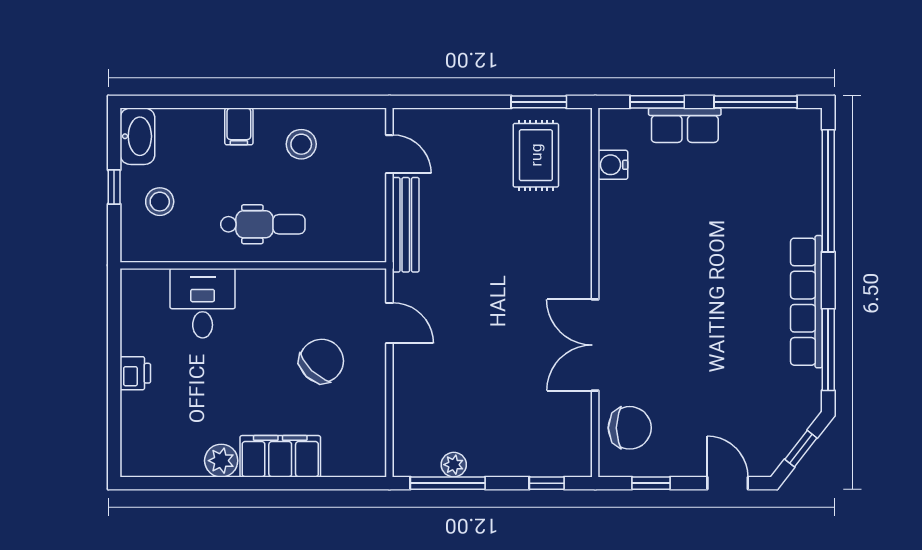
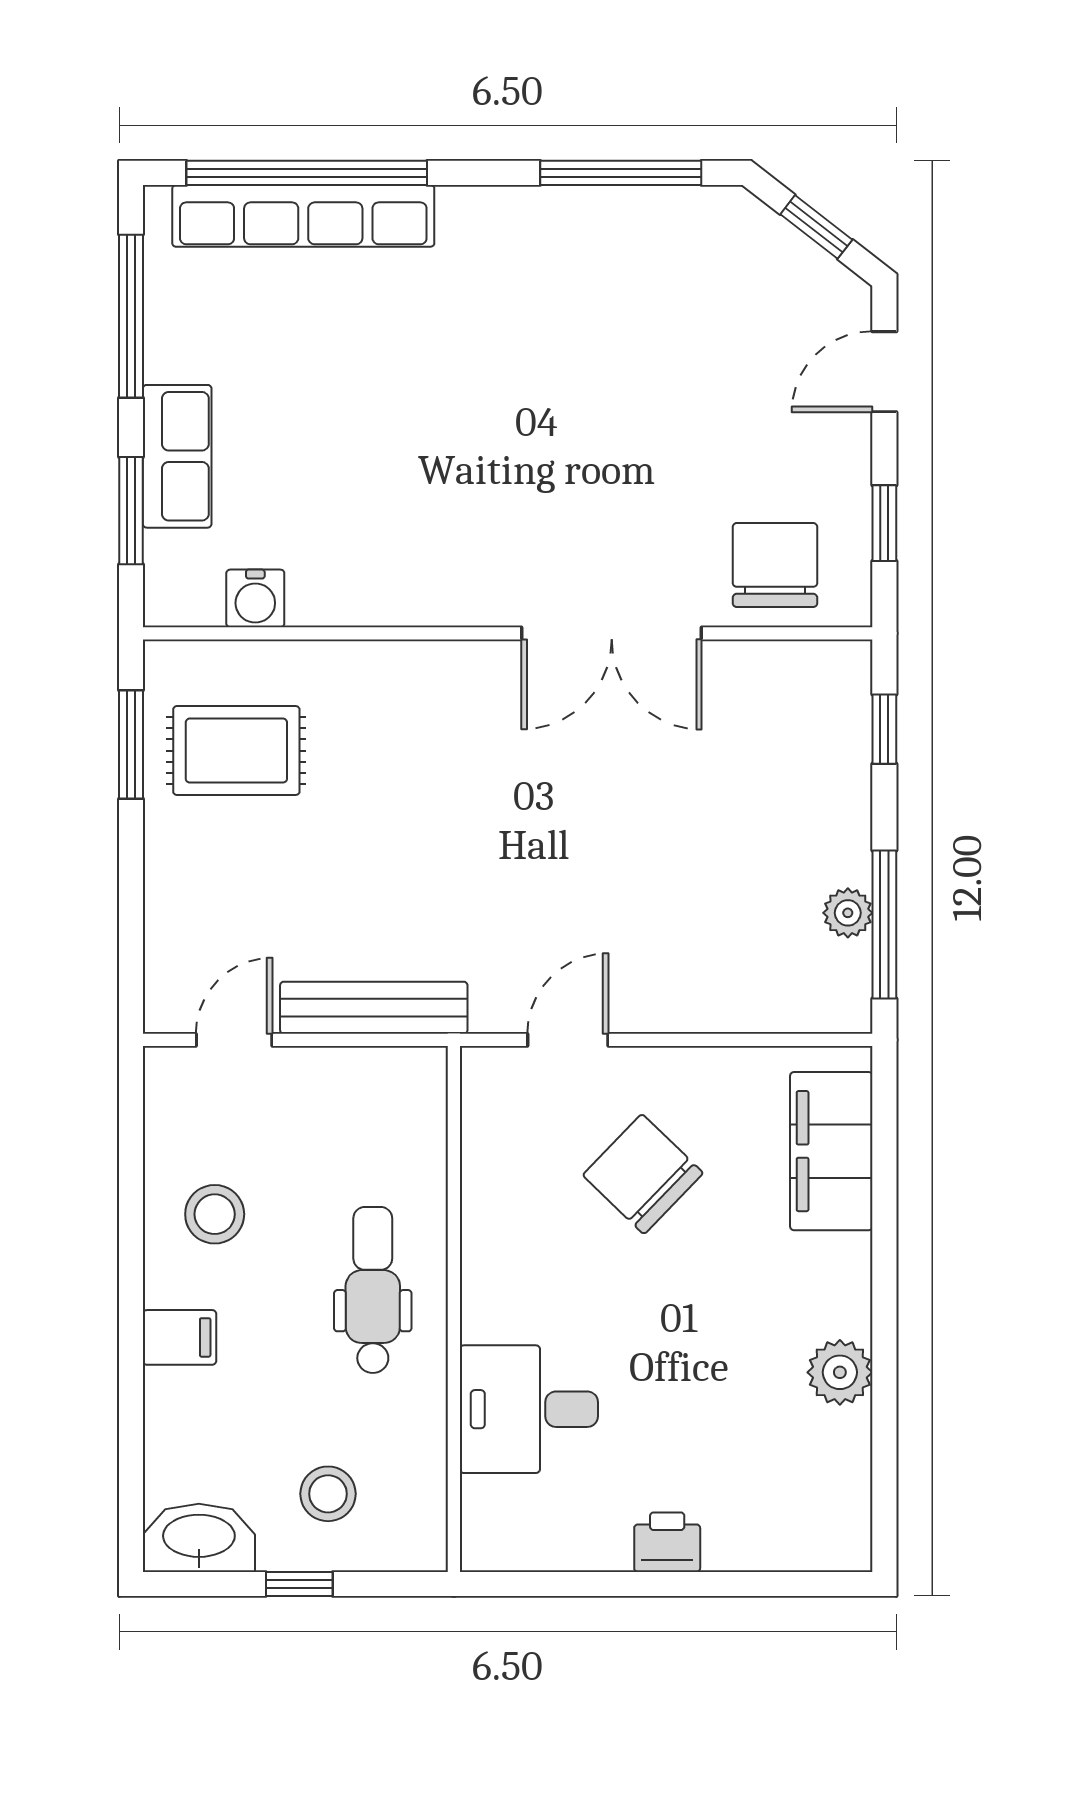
row of seats: (806, 302) -> (303, 216), moved
filing cabinet: (280, 456) -> (831, 1151), moved

